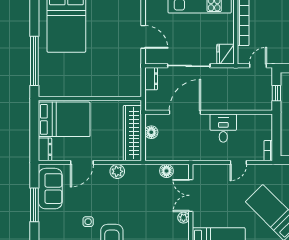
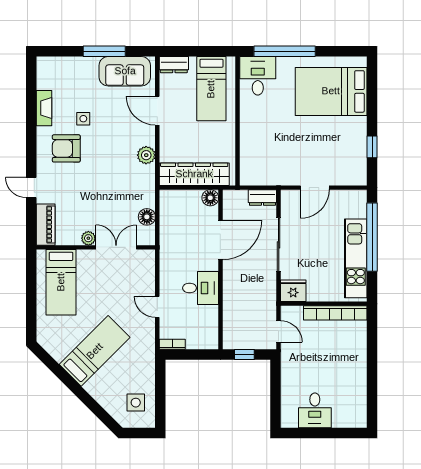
desk: (54, 82) -> (258, 76), added
door: (185, 112) -> (220, 240), hinge flipped
bed: (64, 119) -> (211, 89), width x0.67
floor lamp: (151, 132) -> (210, 198), moved

